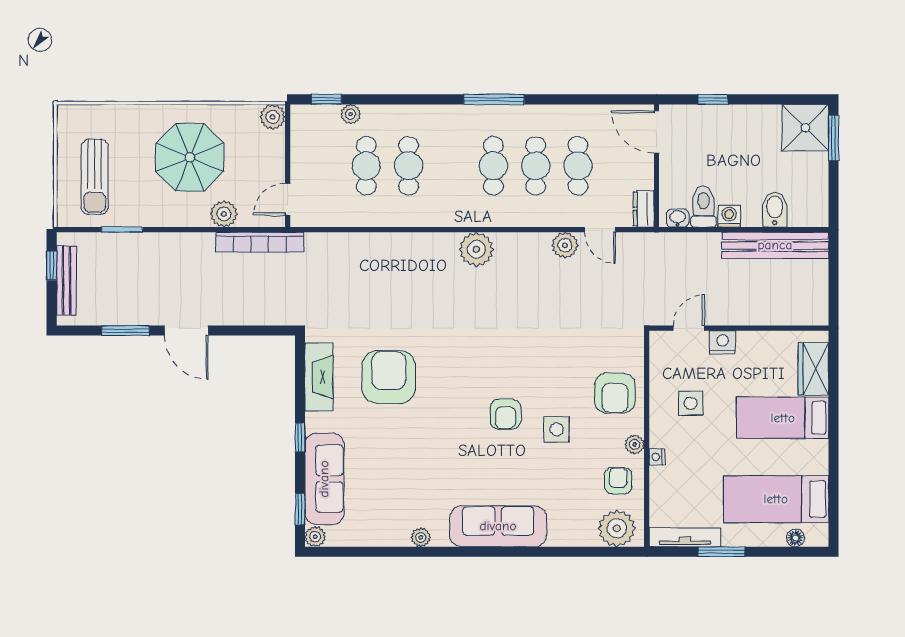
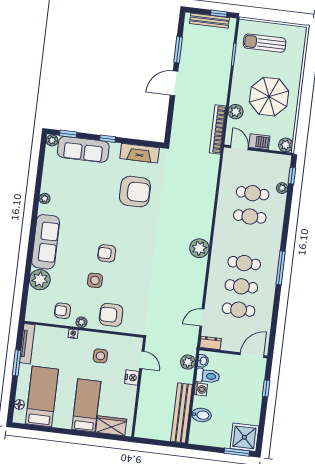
barbecue: (273, 165) -> (259, 142), added
plant: (565, 245) -> (188, 362), moved
armchair: (618, 481) -> (63, 311), turned 180
plant: (617, 528) -> (40, 280), moved

